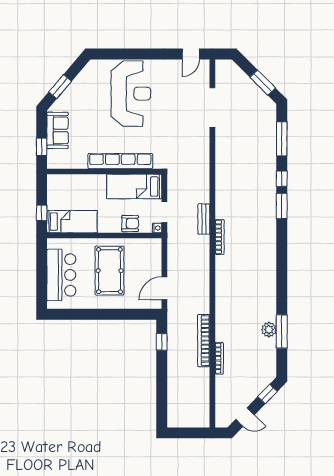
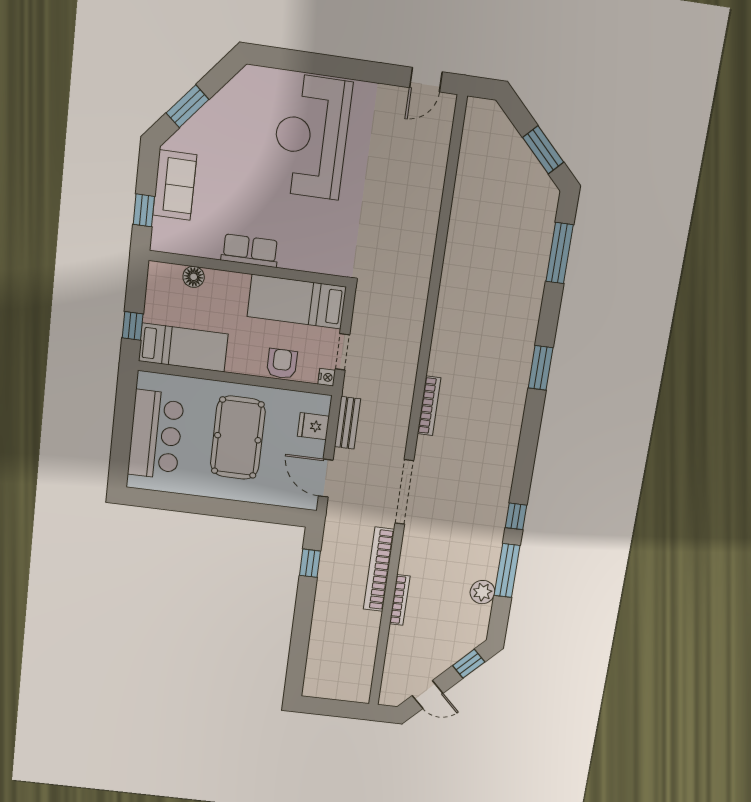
reception desk: (131, 94) -> (311, 137), turned 180
doorway: (212, 107) -> (404, 492), moved
row of seats: (120, 161) -> (250, 251), width x0.50
window: (282, 179) -> (516, 516), moved
floor lamp: (74, 180) -> (194, 277), added
bench: (204, 219) -> (347, 423), moved
armchair: (130, 223) -> (282, 364), turned -90
fridge: (153, 258) -> (313, 426), added
door: (164, 288) -> (326, 478), hinge flipped
plant: (269, 330) -> (482, 592), moved

